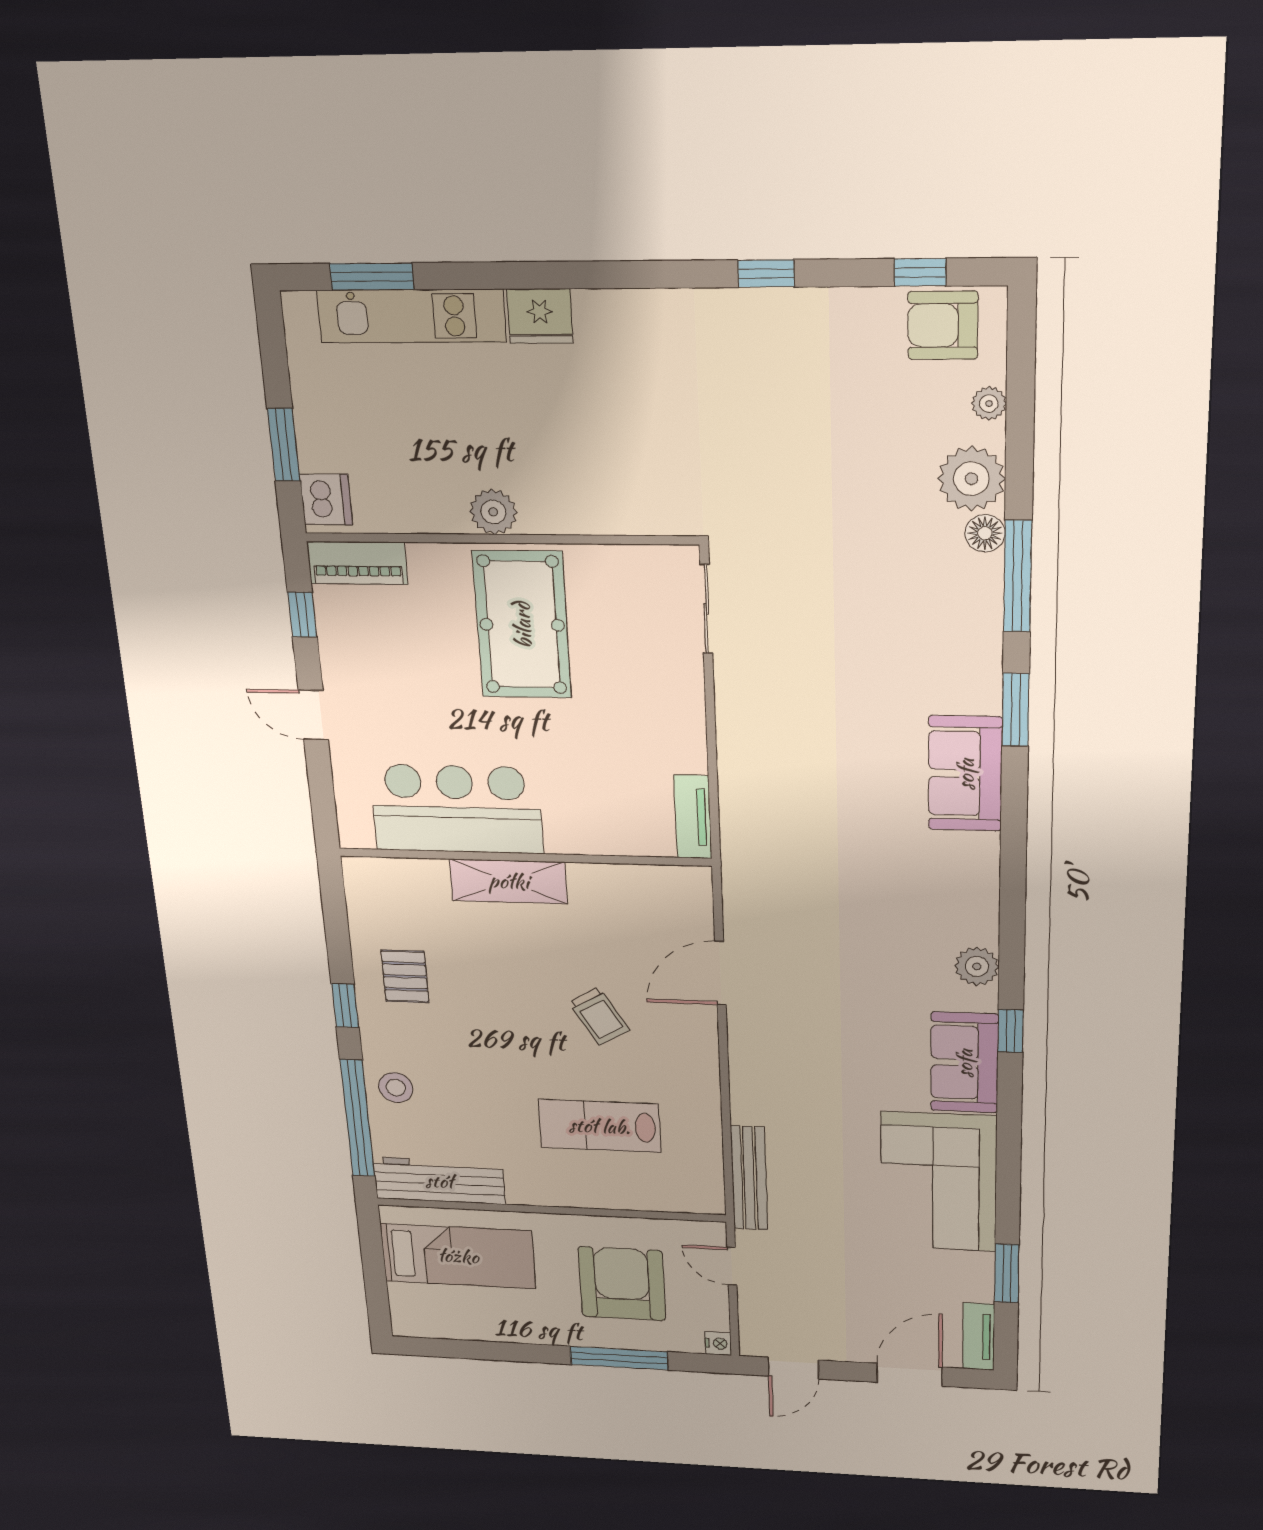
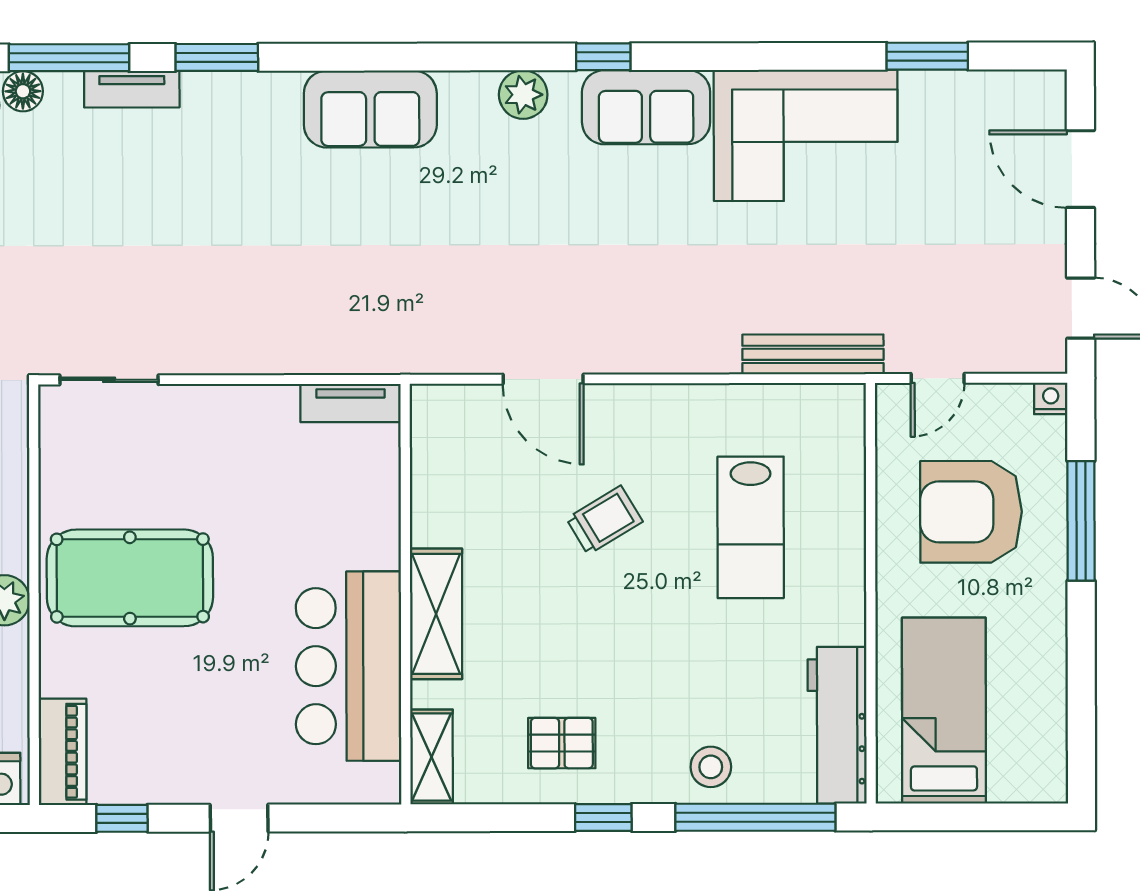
sofa: (965, 774) -> (370, 109), moved
shelving: (383, 874) -> (431, 757), added
tv unit: (979, 1337) -> (132, 89), moved

